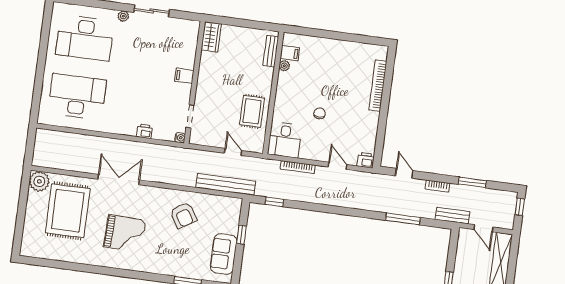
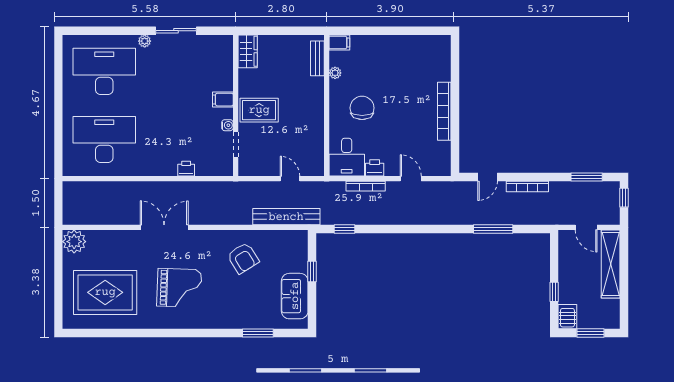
desk: (85, 38) -> (104, 71), turned 180
filing cabinet: (290, 53) -> (339, 43), moved
bookcase: (378, 86) -> (444, 111), moved
rug: (252, 111) -> (259, 110), moved, turned 90
chair: (320, 113) -> (362, 108), moved, width x1.87, depth x1.87
water cooler: (180, 138) -> (227, 125), moved
printer: (366, 160) -> (375, 168), moved
door: (404, 173) -> (488, 177), swing flipped
window: (472, 182) -> (587, 177), moved
bookcase: (437, 186) -> (527, 186), width x1.56
rug: (68, 211) -> (105, 292), moved, turned 90
bench: (452, 216) -> (549, 218), removed

